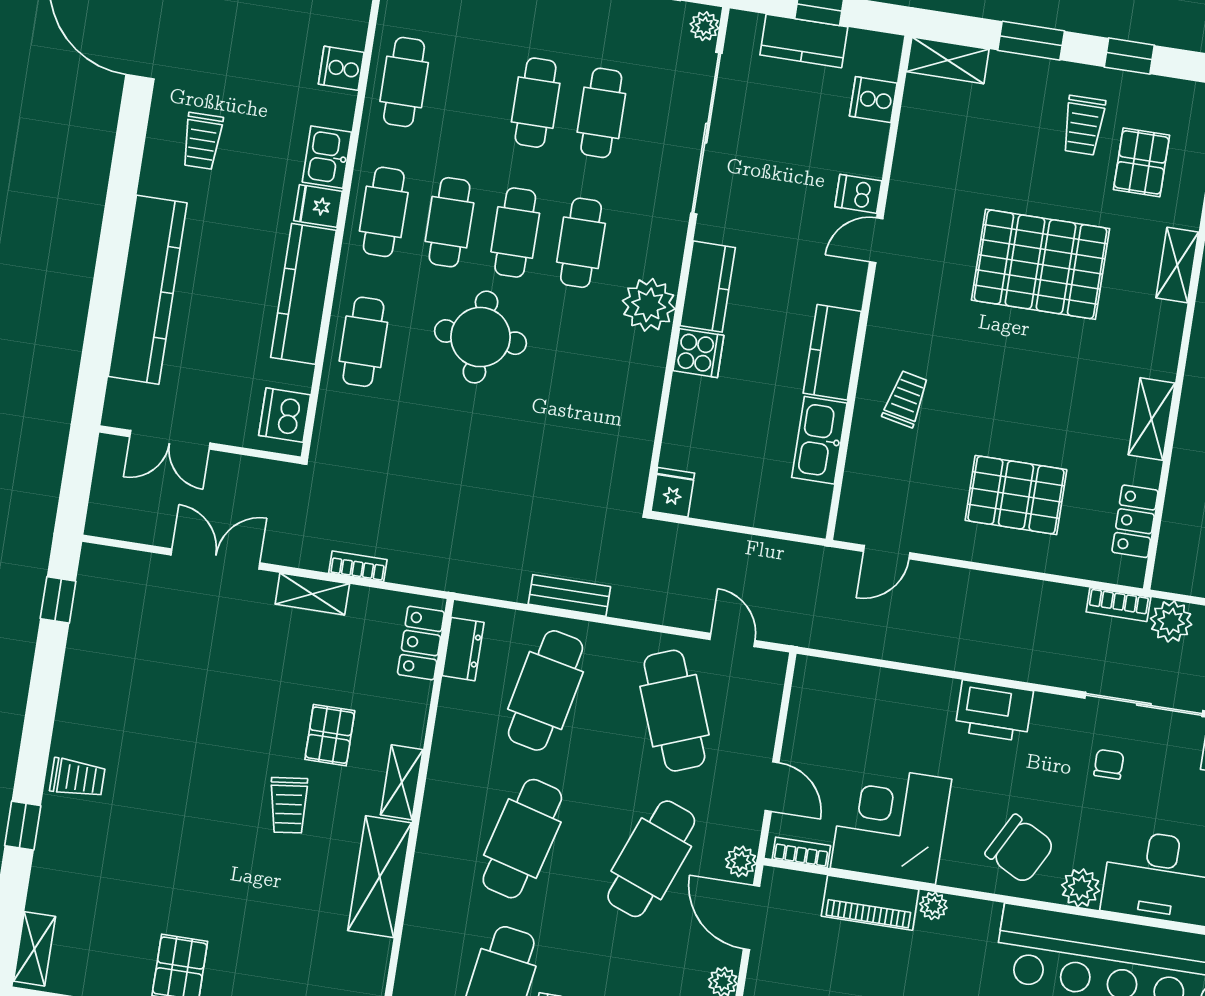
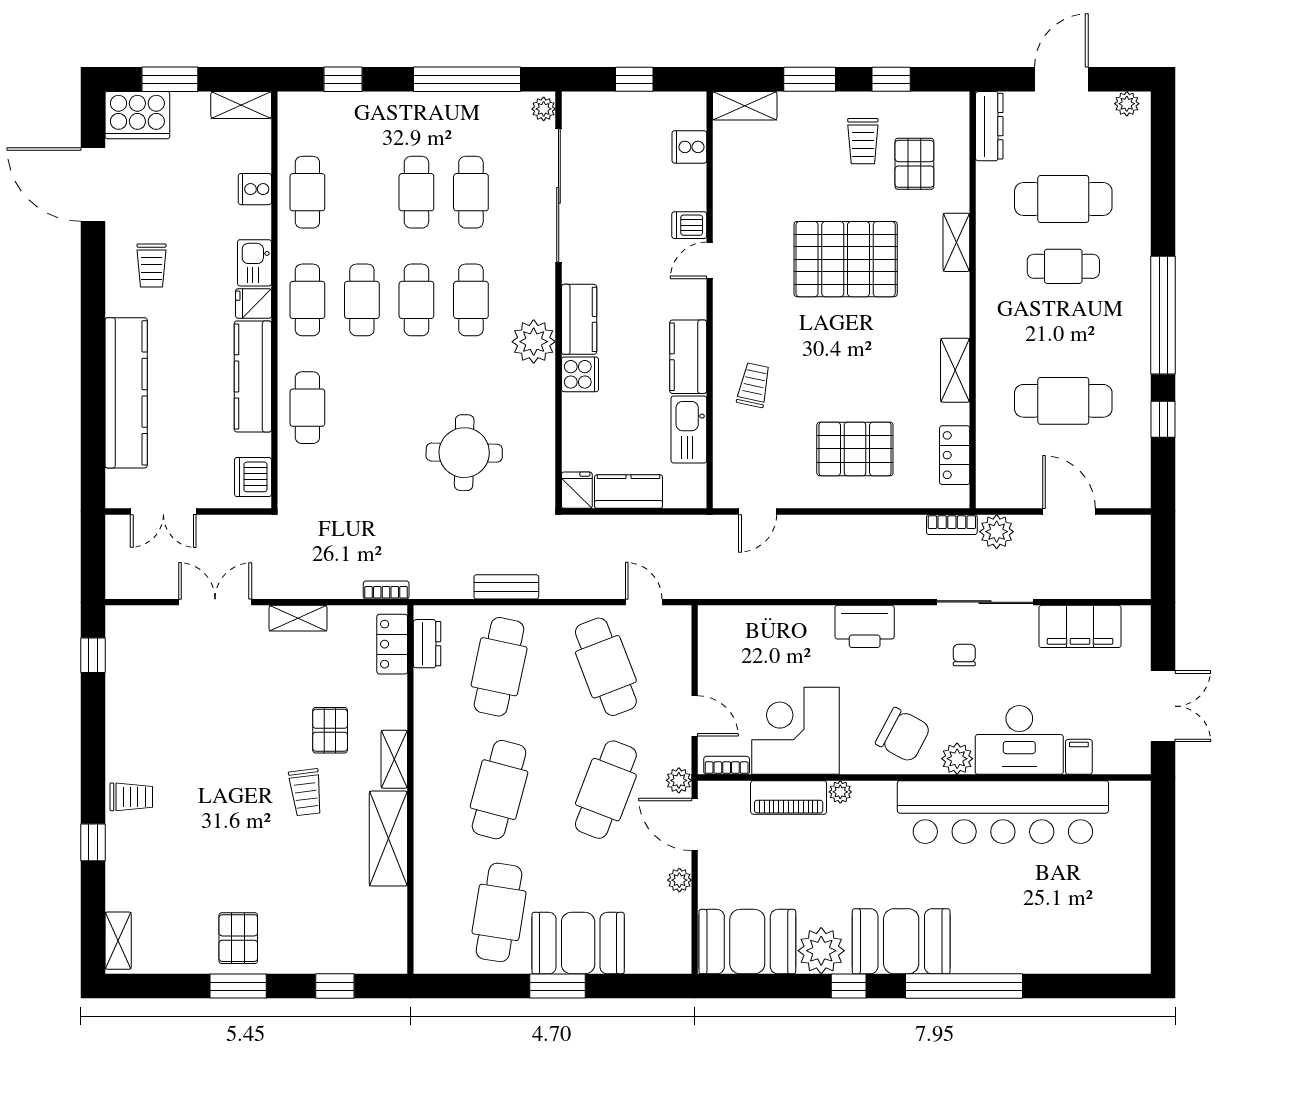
kitchen counter: (804, 41) -> (629, 492), moved, turned 180
round table: (480, 337) -> (464, 453), moved
bookcase: (358, 566) -> (386, 590), moved

